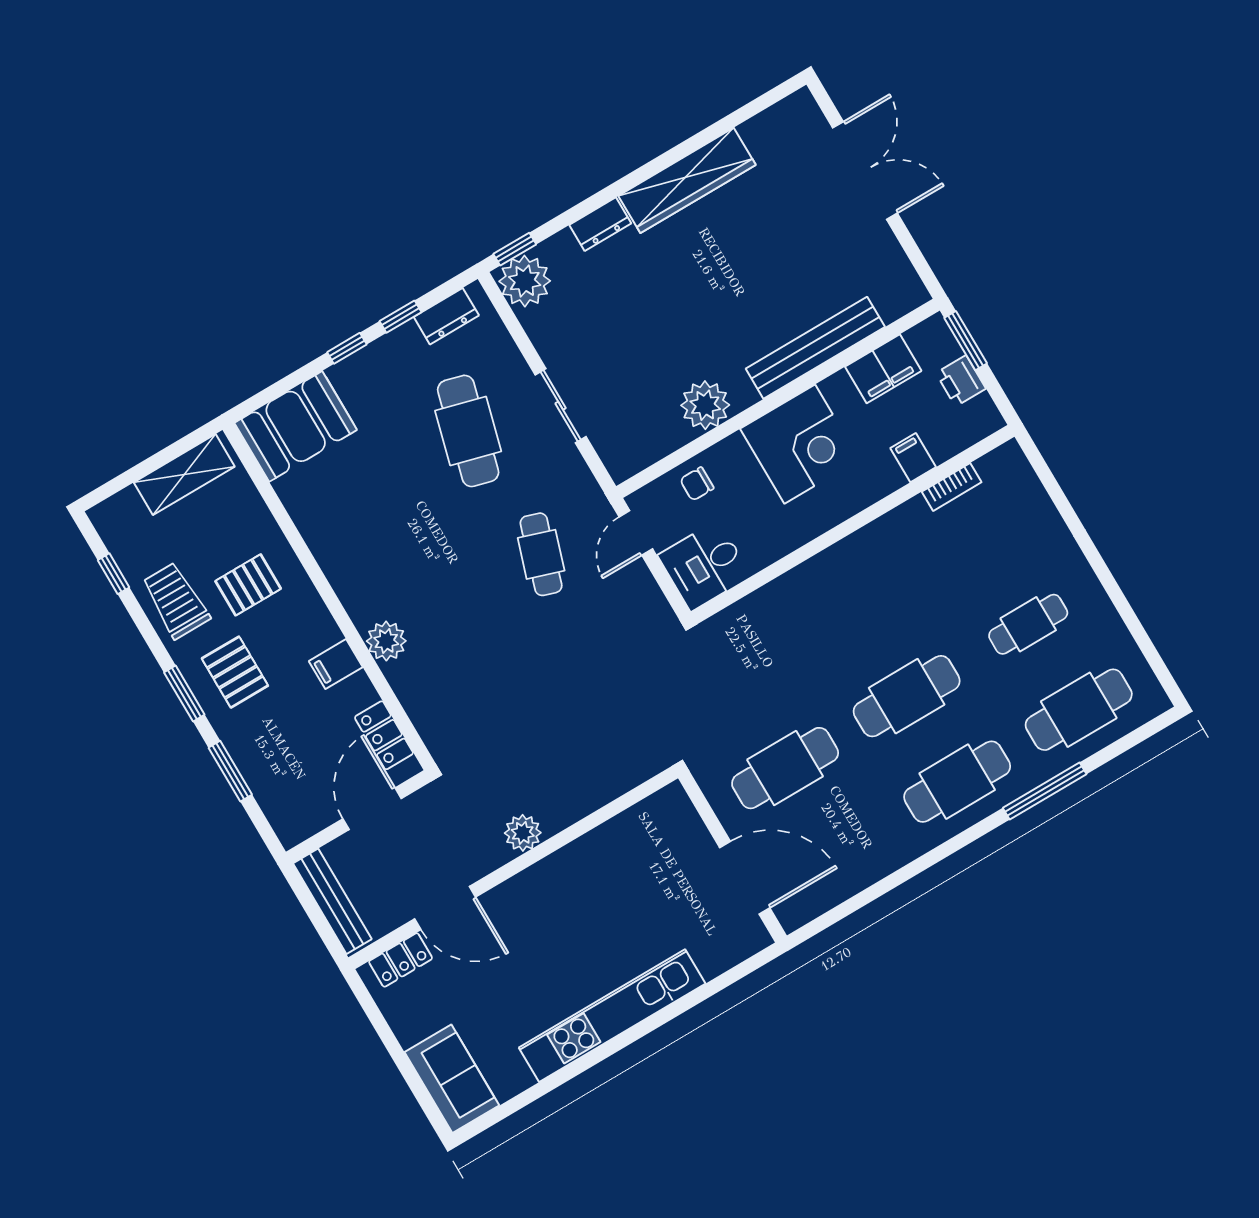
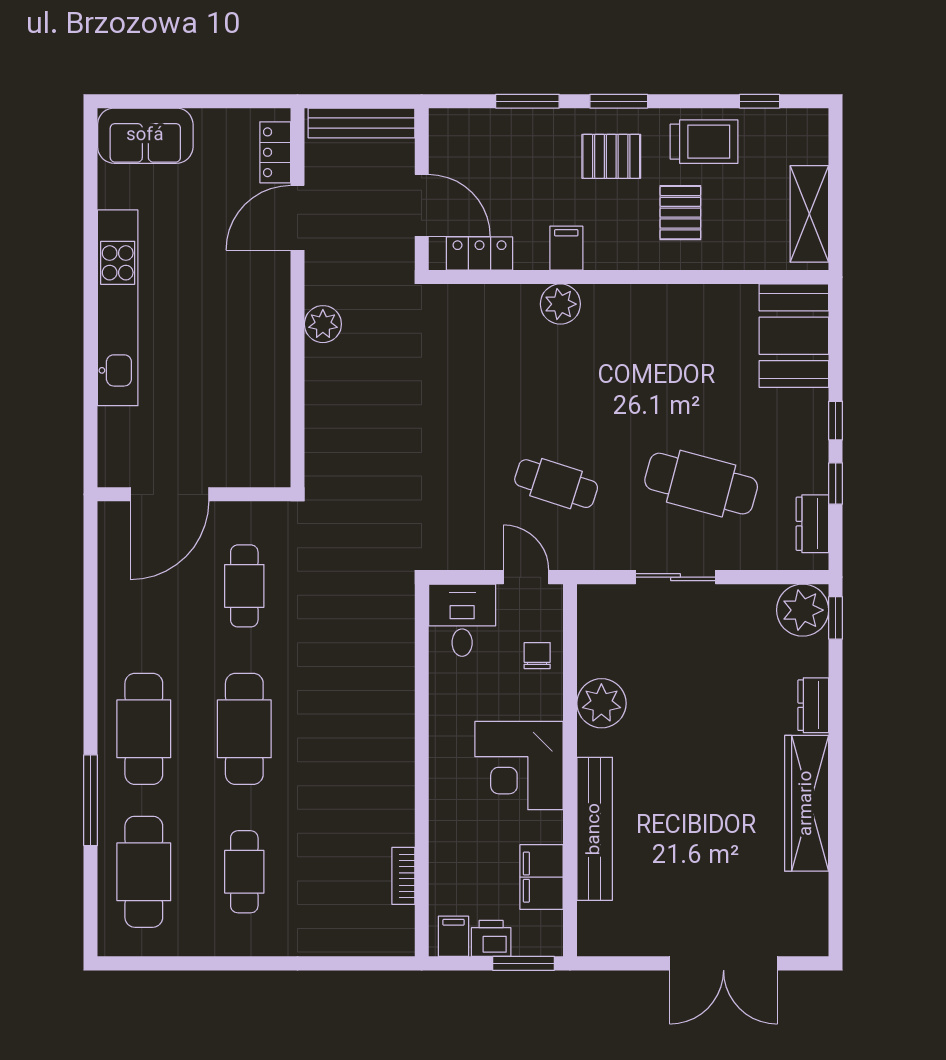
filing cabinet: (913, 458) -> (453, 936), moved, turned -90
cafe table: (785, 768) -> (244, 586), width x0.73, depth x0.74

